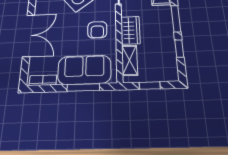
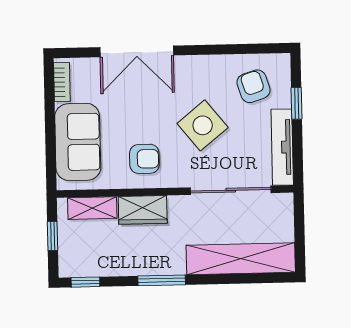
armchair: (97, 30) -> (144, 159), turned 180
window: (179, 49) -> (85, 282), moved
window: (83, 87) -> (50, 142), removed

